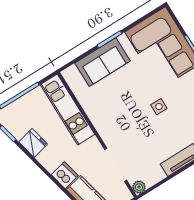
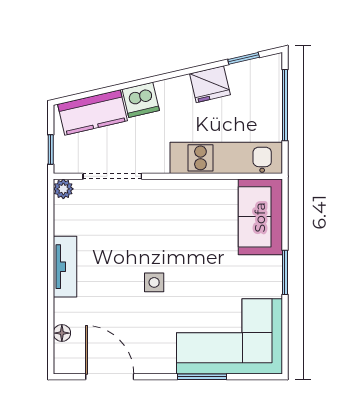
sofa: (102, 62) -> (260, 217), moved

